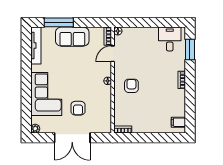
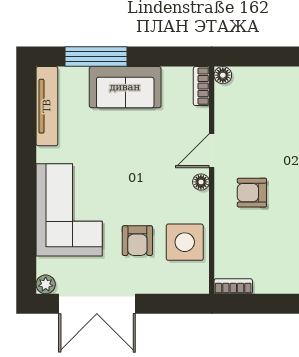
door: (113, 54) -> (212, 151), moved
armchair: (131, 86) -> (252, 193), turned -90
side table: (100, 109) -> (185, 242), added
double door: (72, 138) -> (97, 304), moved

